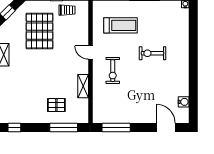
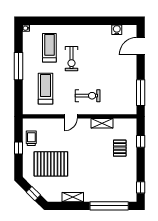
treadmill: (164, 30) -> (49, 48), added
window: (64, 128) -> (141, 141), width x0.46

